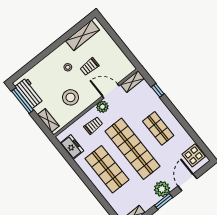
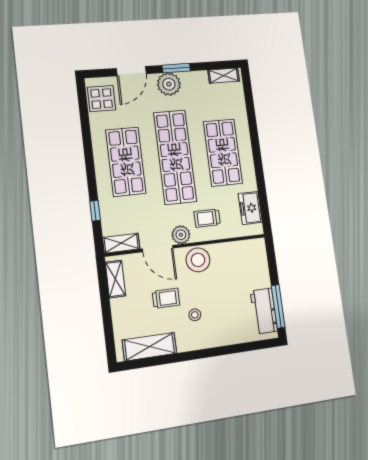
stool: (71, 97) -> (198, 260), moved
shelving: (48, 120) -> (115, 279), moved
shop shelf: (158, 128) -> (126, 162), width x1.43, depth x1.36

